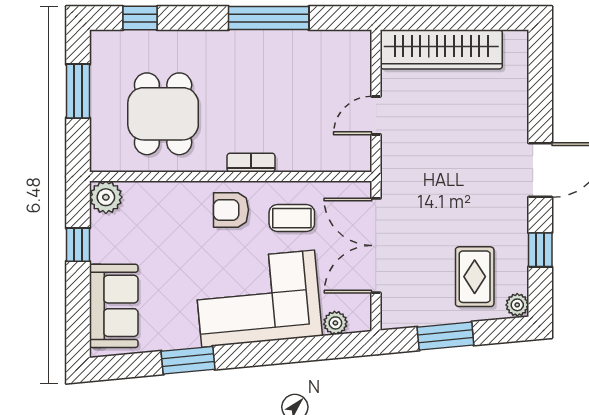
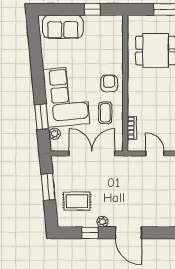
bookcase: (251, 163) -> (132, 128), moved
plant: (106, 197) -> (115, 23), removed
plant: (517, 305) -> (102, 222), moved
window: (188, 360) -> (42, 117), moved

